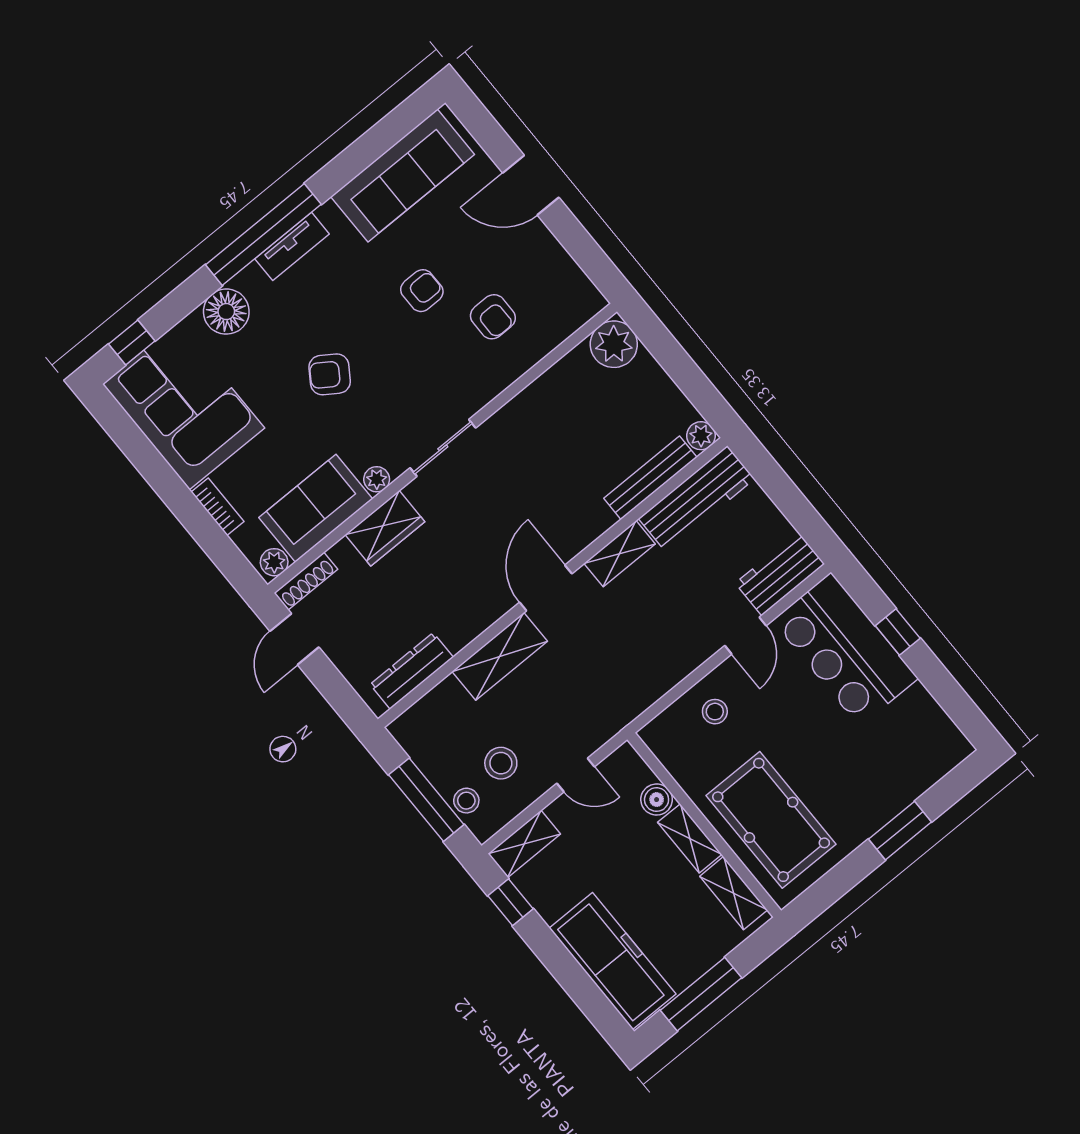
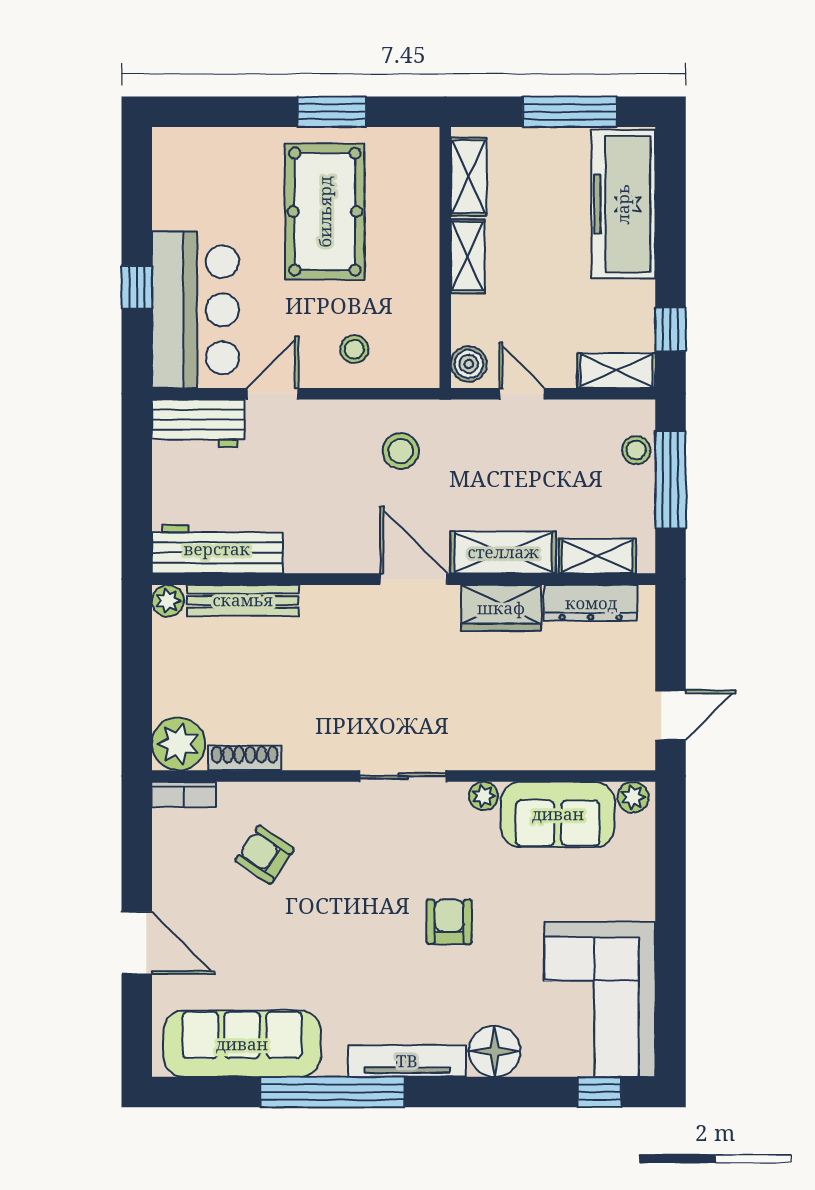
window: (263, 234) -> (332, 1092), moved
tv unit: (292, 246) -> (407, 1061), width x1.41
armchair: (422, 291) -> (308, 929), removed
armchair: (493, 317) -> (265, 855), turned -56
armchair: (330, 374) -> (449, 922), turned -124
bookcase: (217, 507) -> (184, 794), moved, turned -90
wardrobe: (385, 528) -> (501, 608), moved, turned 180
shelving: (620, 554) -> (597, 556), moved
shoe rack: (306, 581) -> (245, 758), moved
door: (546, 588) -> (414, 579), swing flipped
stool: (501, 763) -> (401, 451), moved
boiler: (657, 800) -> (469, 364), moved
pool table: (771, 820) -> (325, 212), moved
window: (900, 831) -> (332, 112), moved

